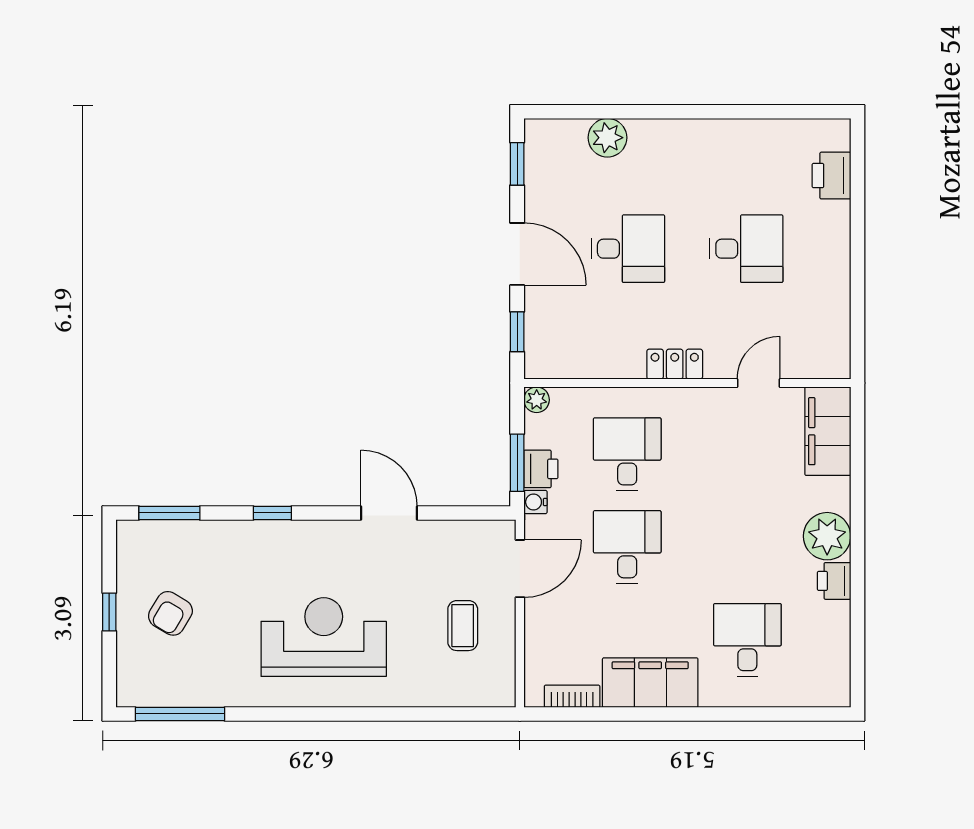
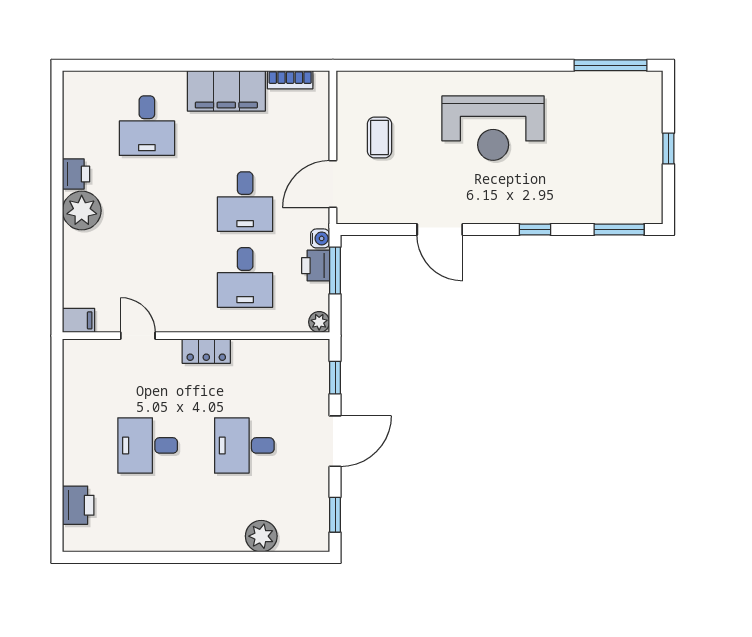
door: (517, 254) -> (335, 441), swing flipped
door: (758, 383) -> (138, 336), swing flipped
filing cabinet: (828, 431) -> (78, 320), width x0.33, depth x0.86
armchair: (170, 613) -> (618, 147), removed

